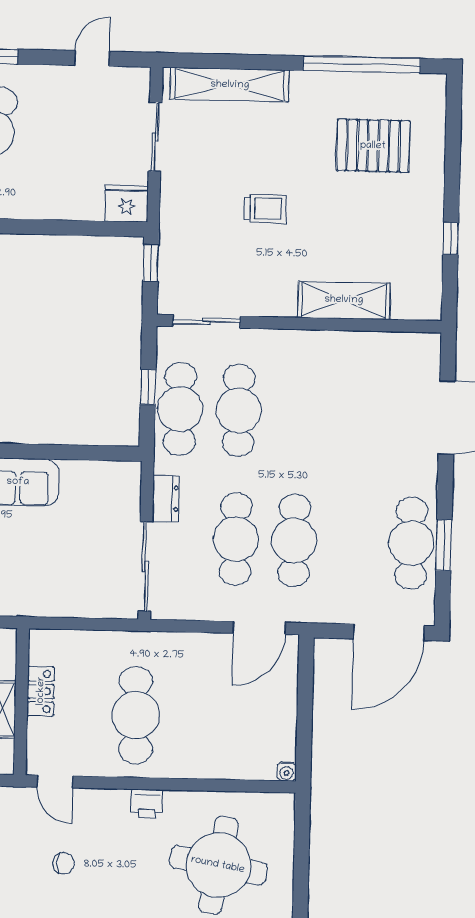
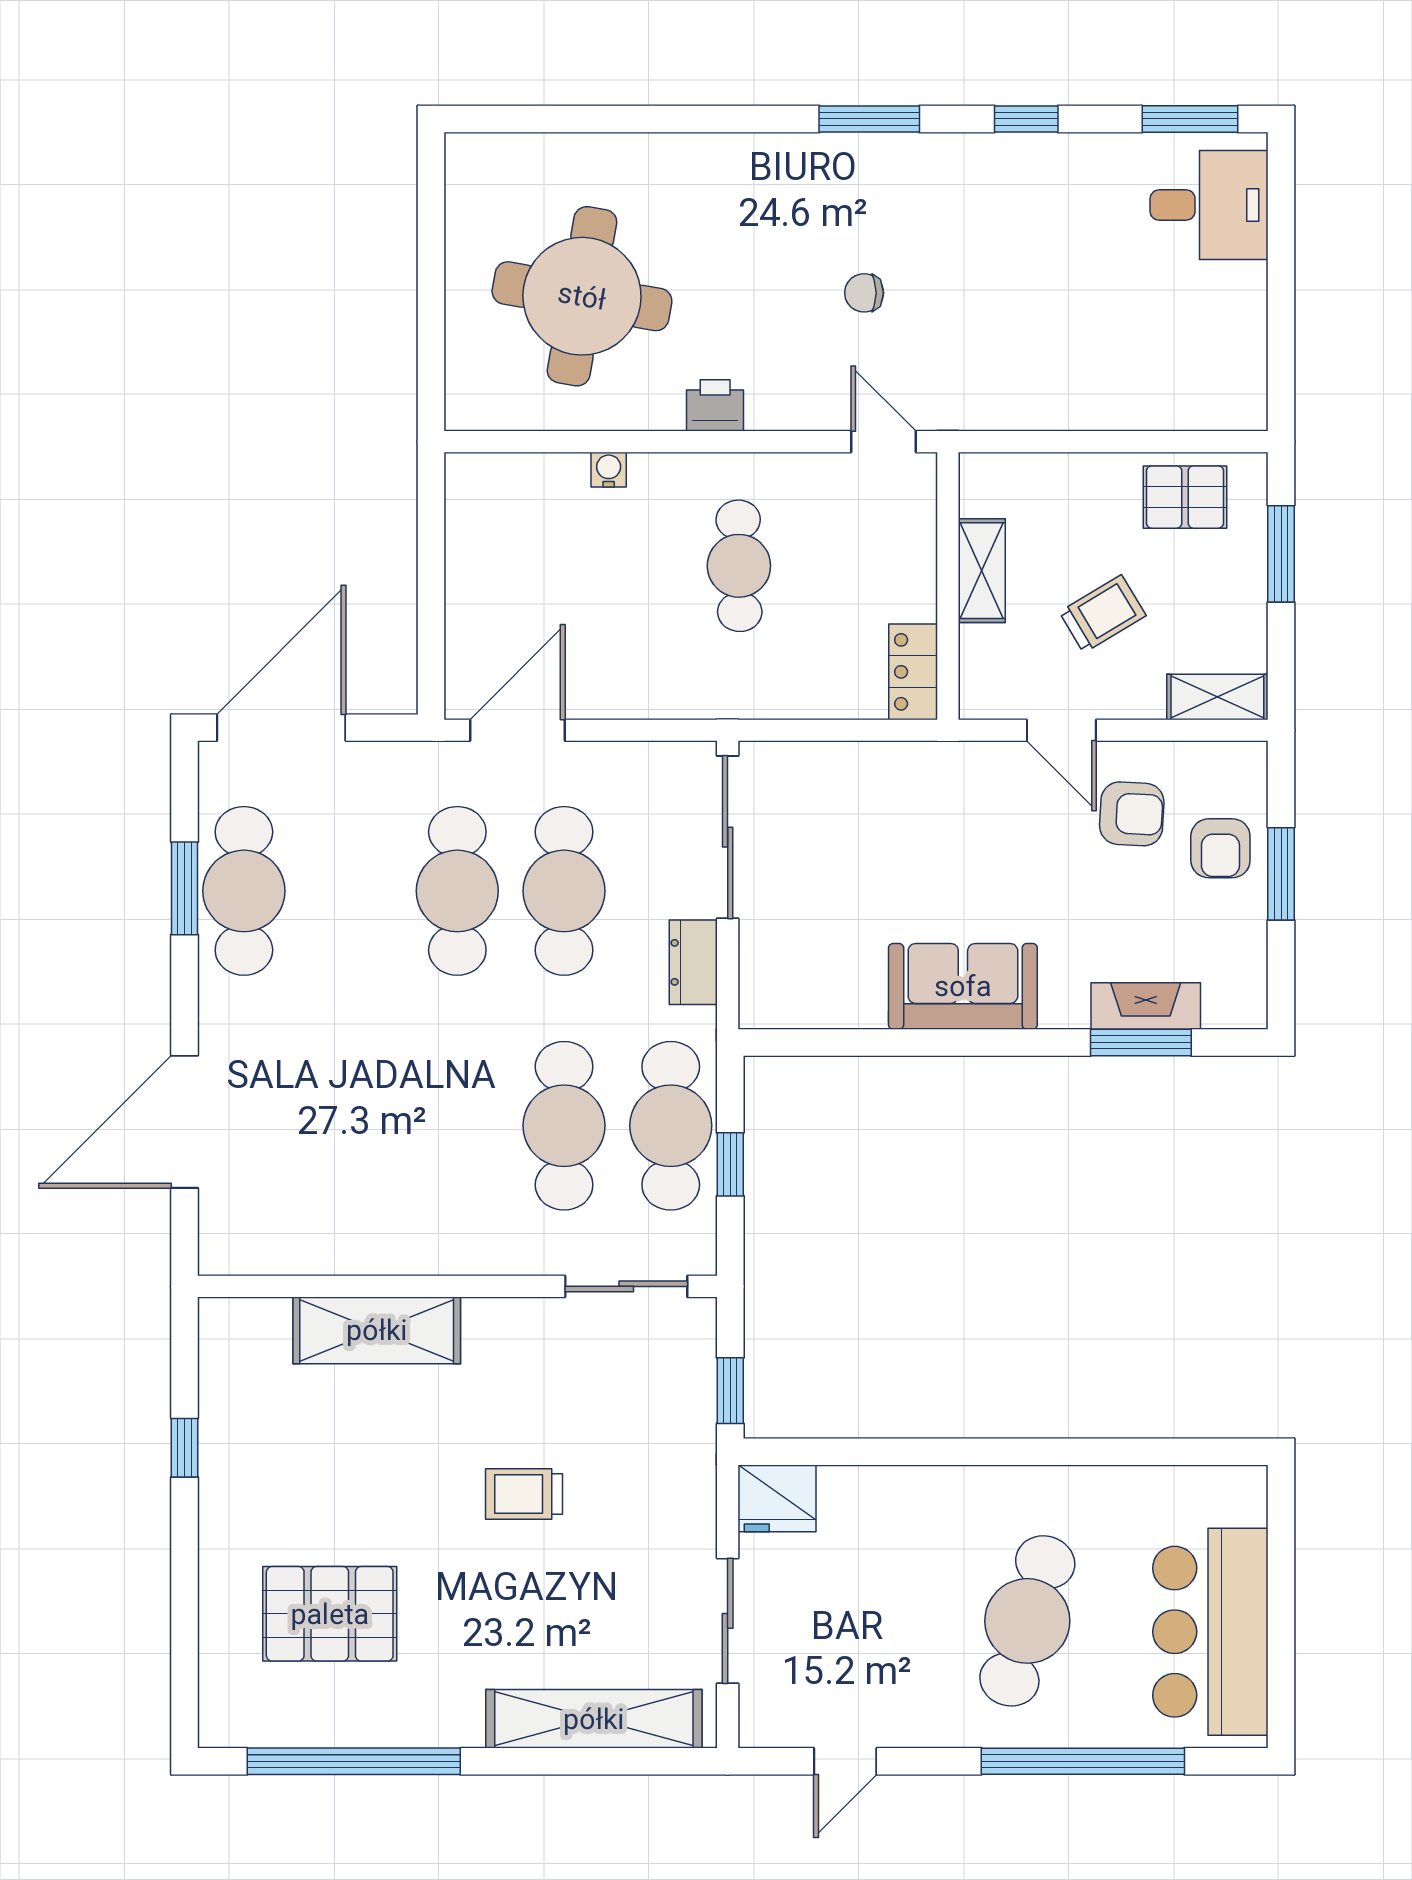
locker: (41, 691) -> (913, 672), moved
cafe table: (136, 715) -> (739, 566), width x0.73, depth x0.74
water cooler: (287, 771) -> (609, 470), moved

